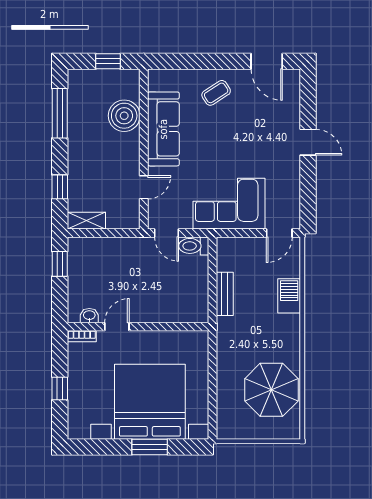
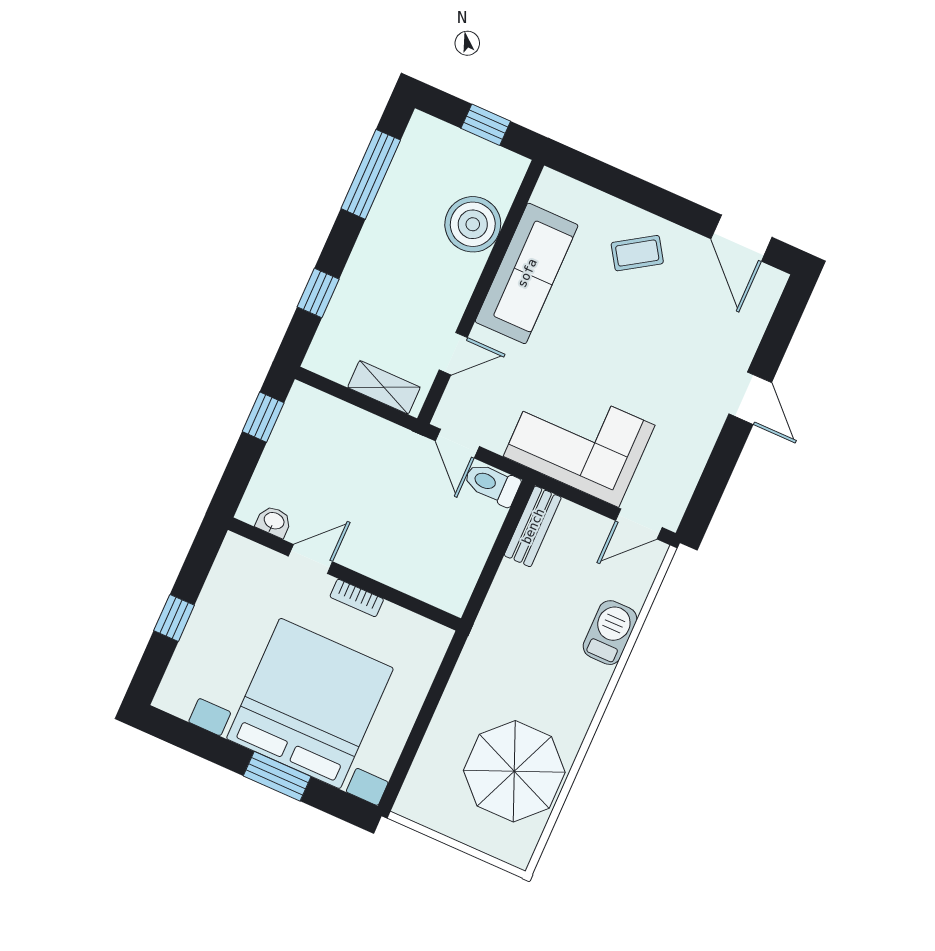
shelving: (86, 221) -> (384, 387), moved
bench: (225, 294) -> (533, 526), moved
bookcase: (82, 336) -> (357, 598), moved

